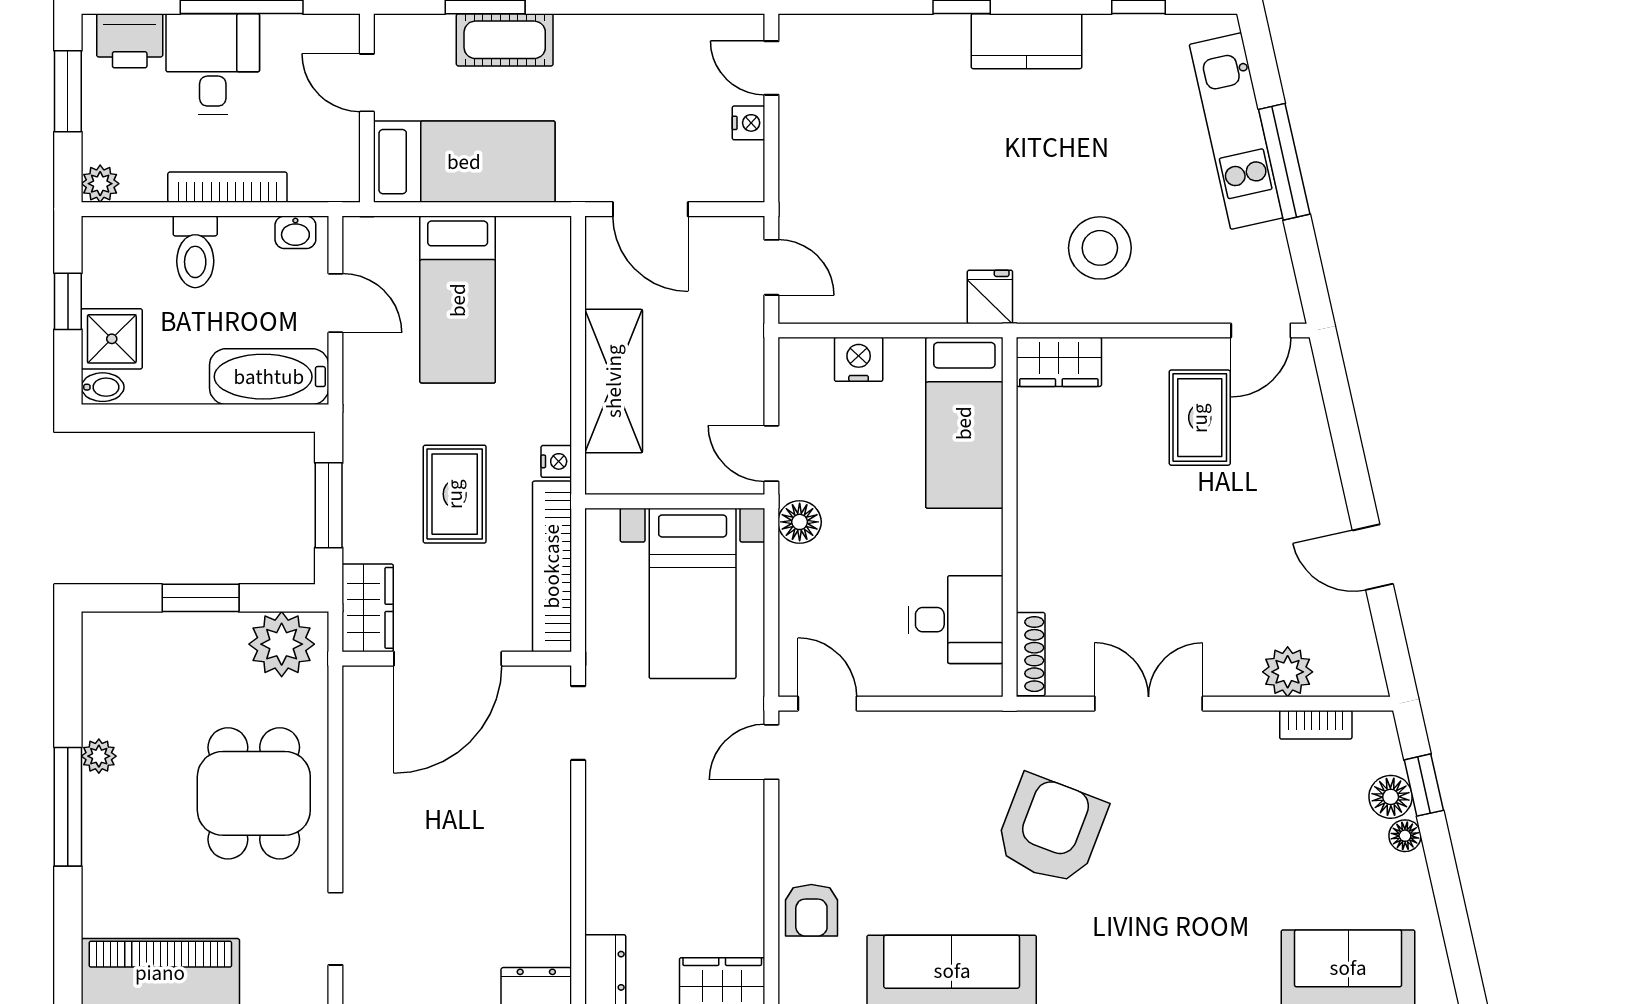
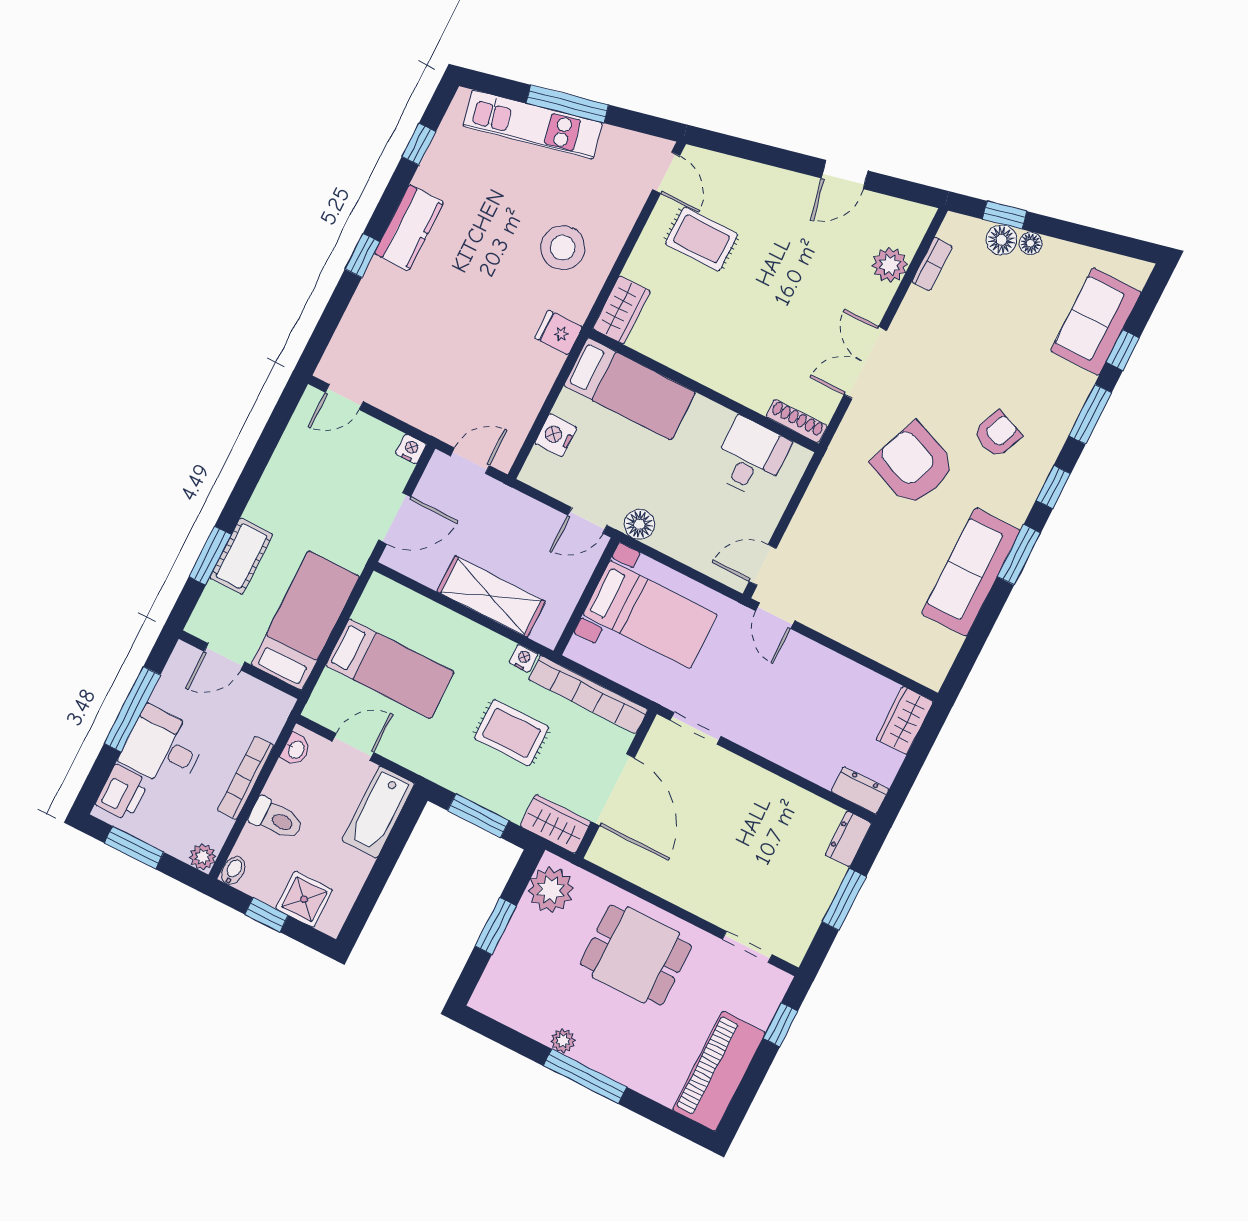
nightstand: (749, 123) -> (411, 449), moved
bidet: (103, 387) -> (233, 871), moved
armchair: (811, 910) -> (997, 434), moved, turned -68

